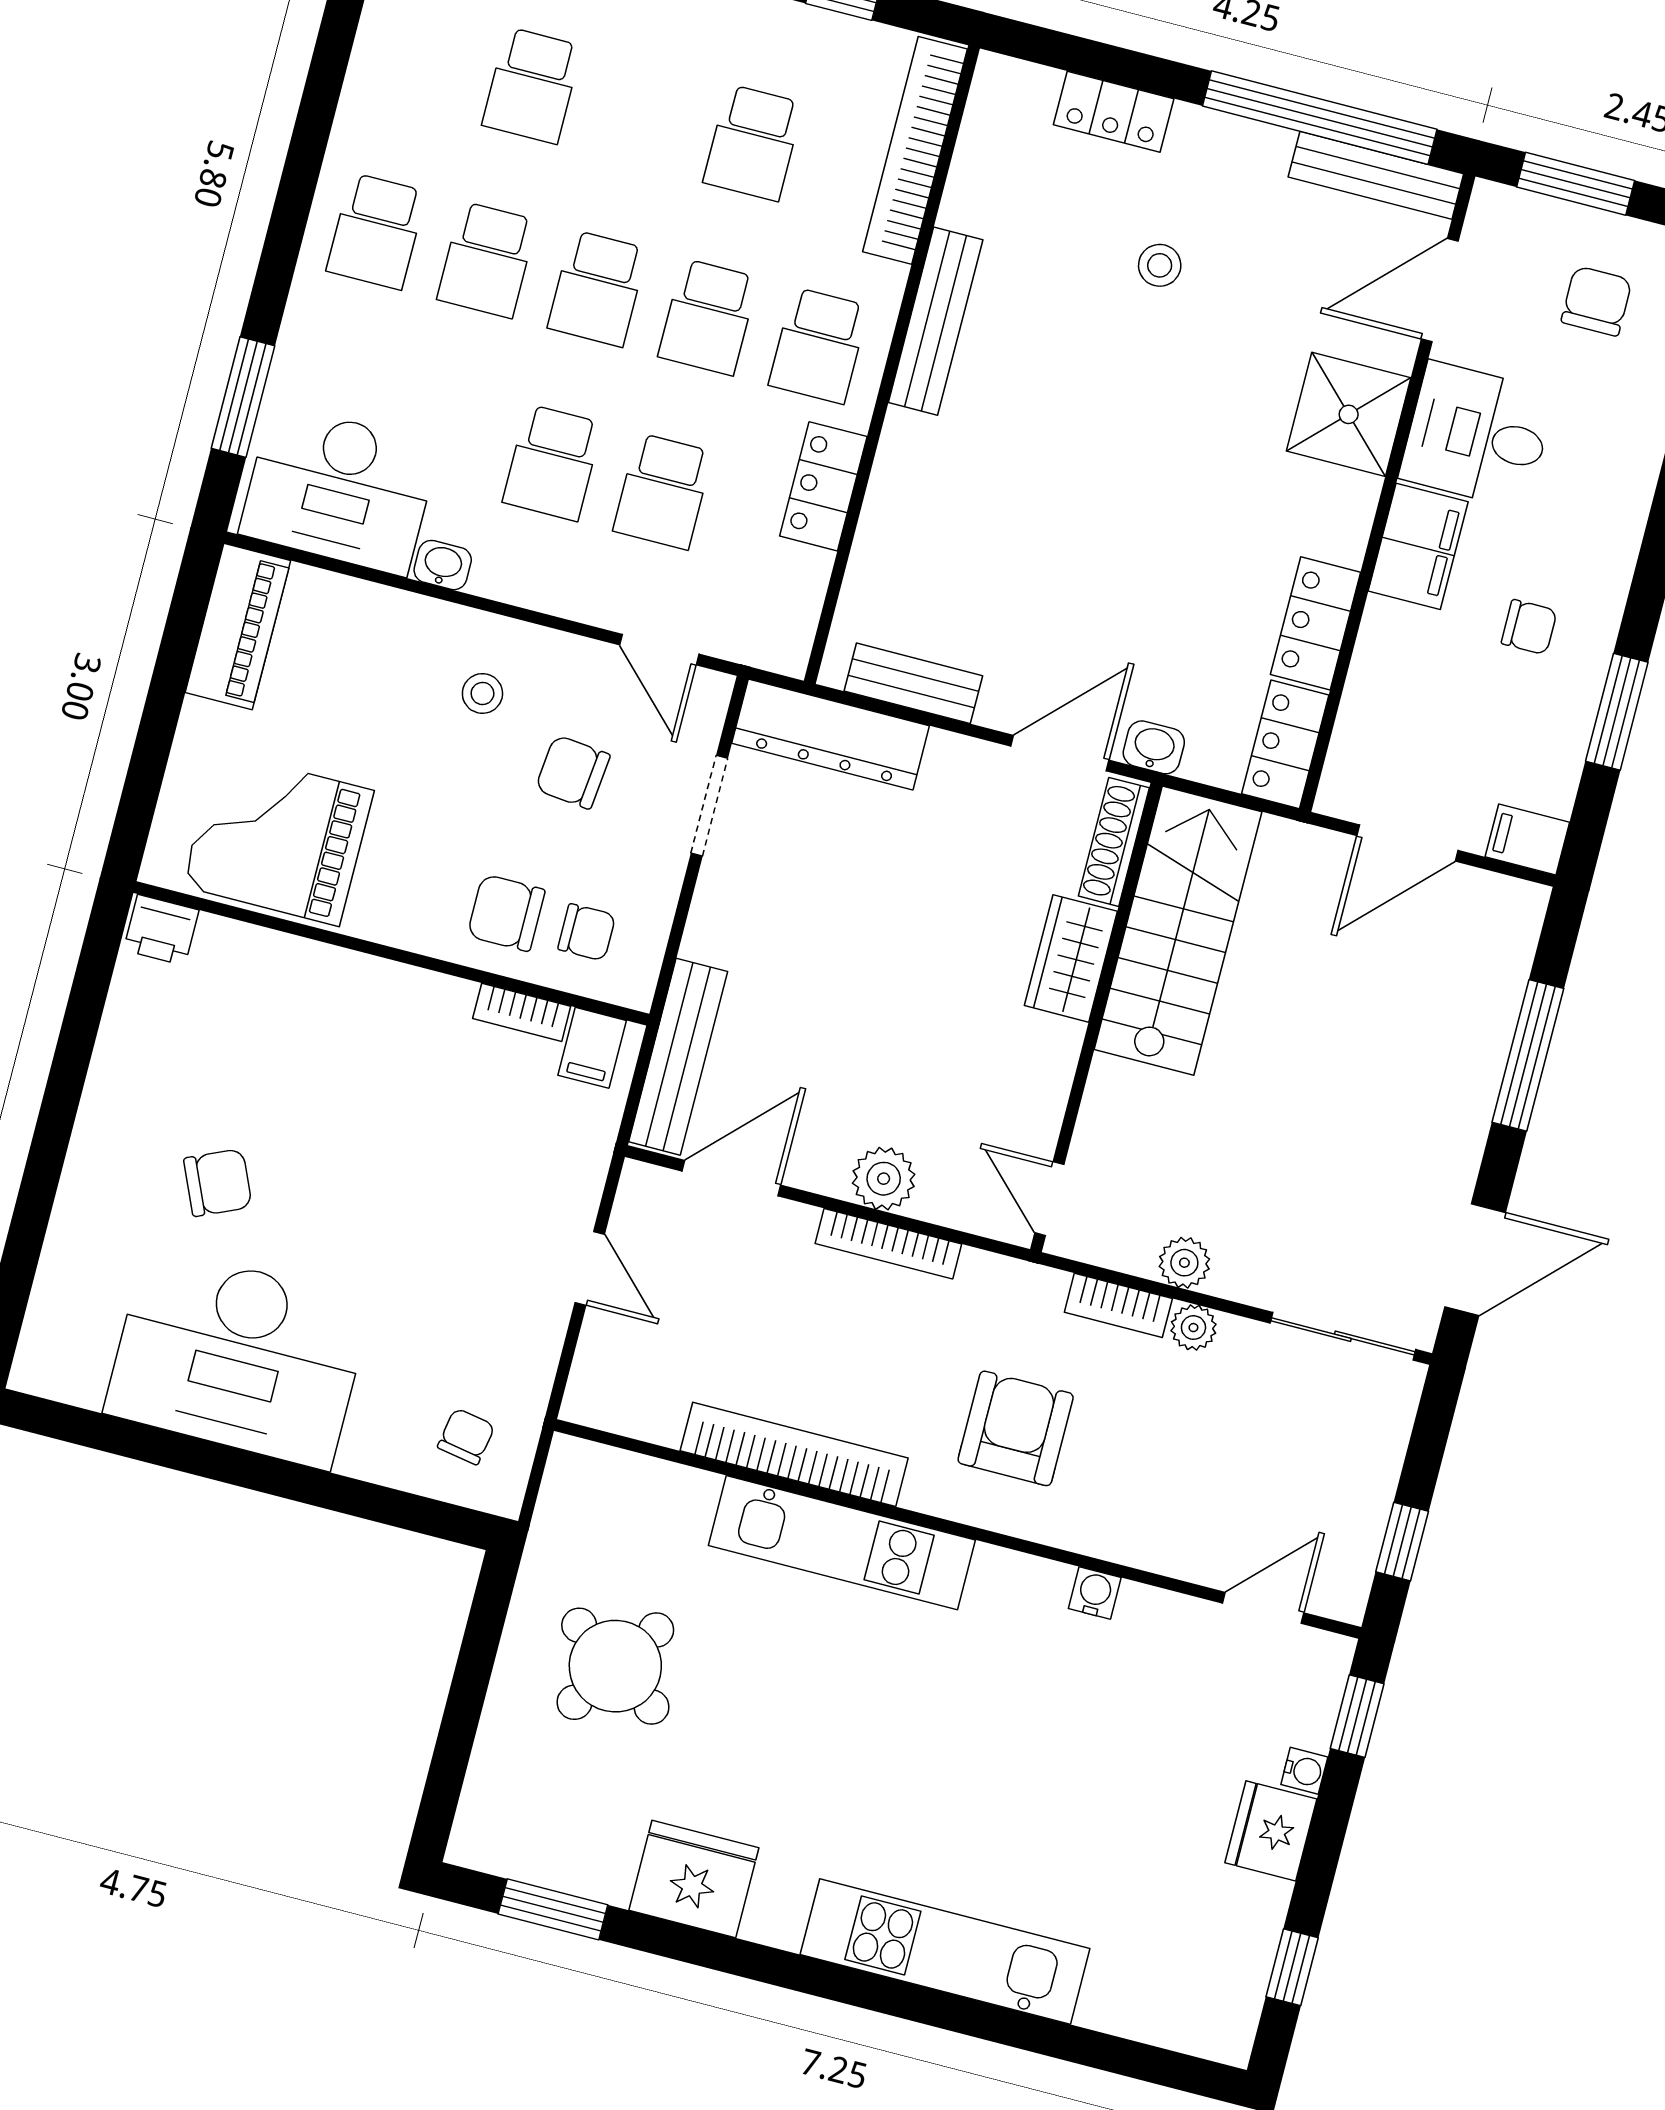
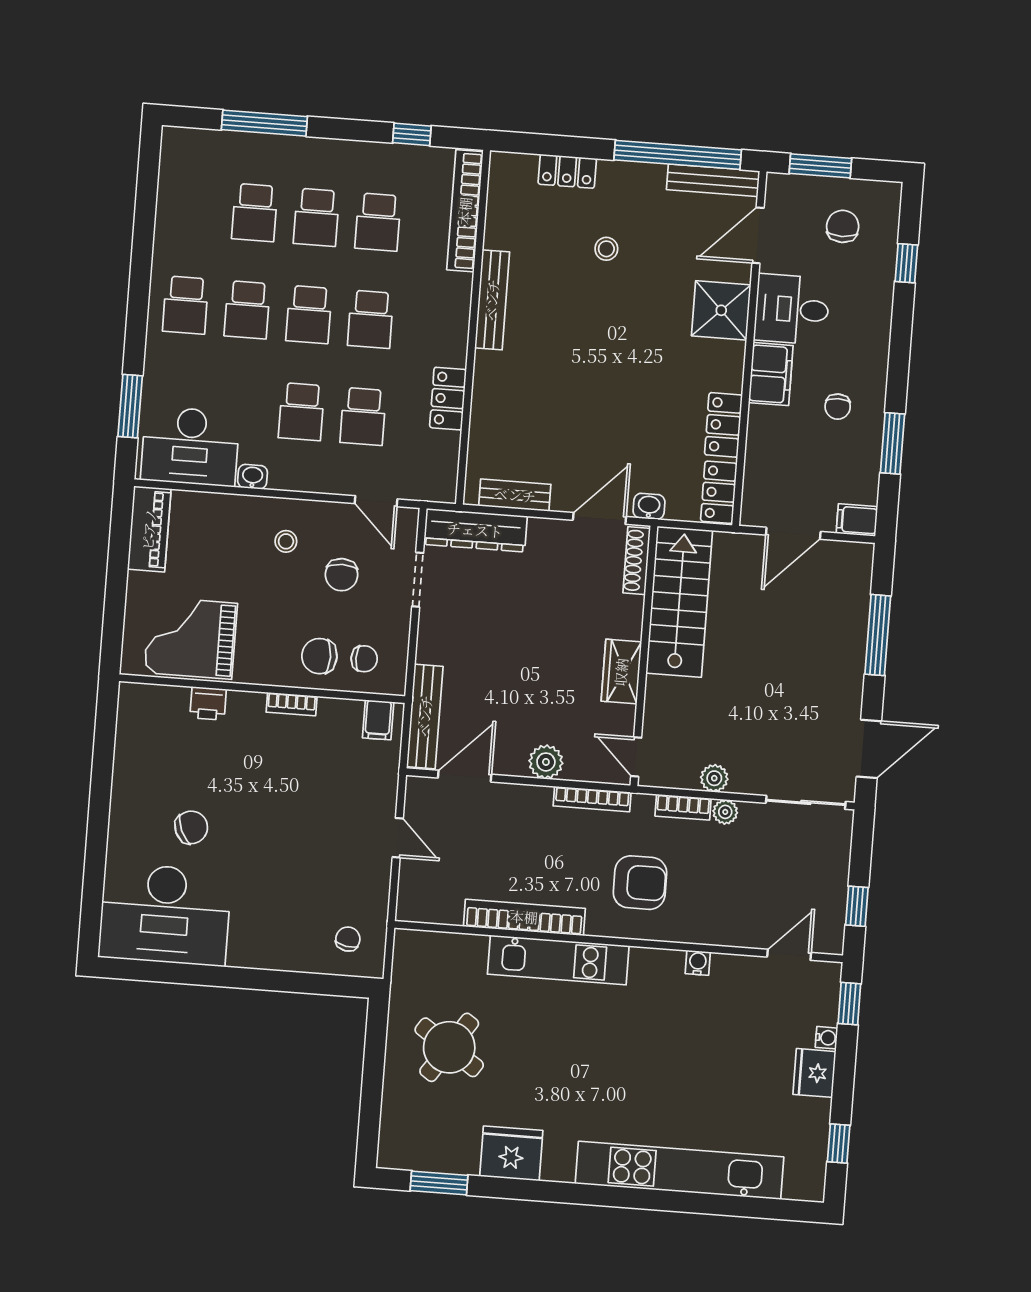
school desk: (819, 346) -> (316, 217), moved
chair: (1529, 627) -> (838, 407), turned 90
chair: (573, 772) -> (342, 575), turned -96
printer: (161, 930) -> (208, 703), moved
wardrobe: (1071, 958) -> (621, 672), moved
bookcase: (522, 1012) -> (292, 704), moved
bookcase: (888, 1244) -> (592, 799), moved
desk: (238, 1357) -> (165, 914), moved
armchair: (1016, 1428) -> (640, 883), turned 90
kitchen unit: (945, 1952) -> (679, 1170), width x1.36

